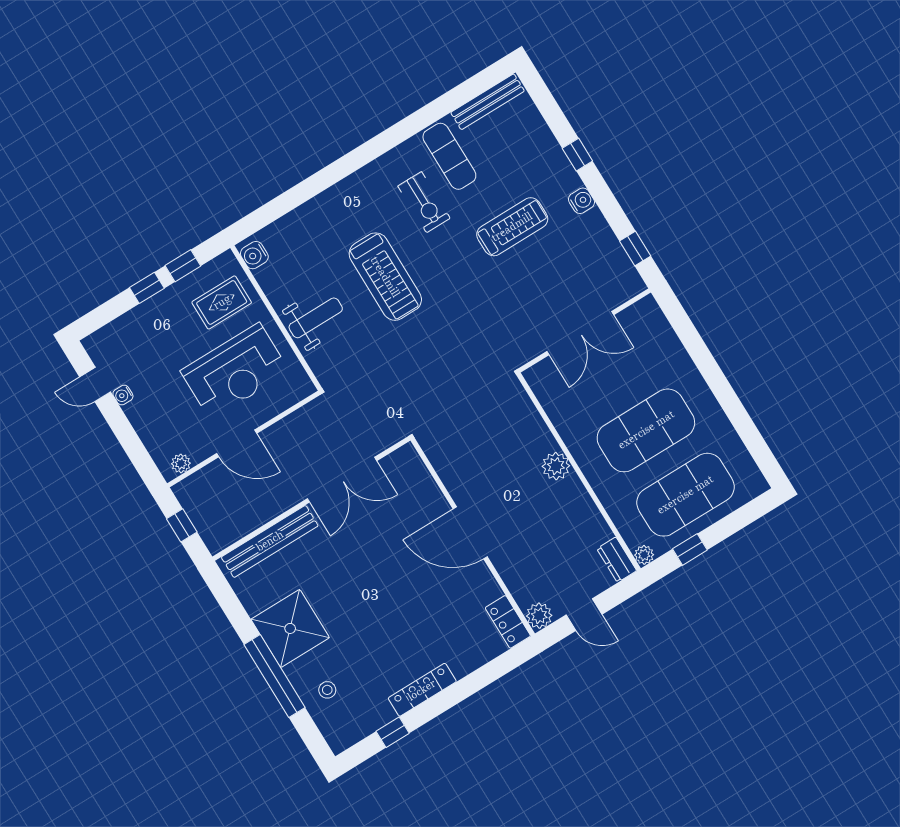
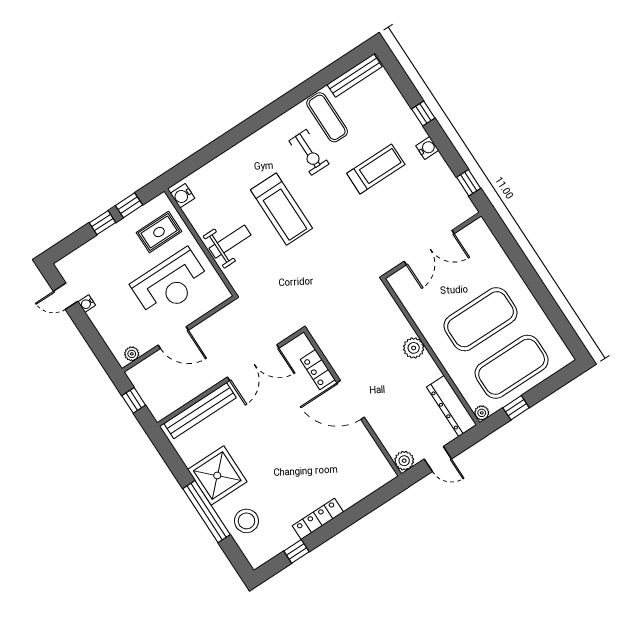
dresser: (617, 560) -> (452, 406), width x1.96, depth x1.24
locker: (508, 622) -> (318, 370), moved
stool: (327, 690) -> (246, 521), width x1.89, depth x1.89

